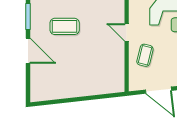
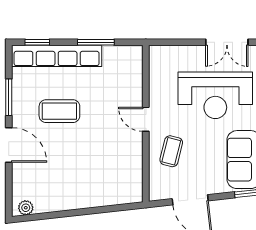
plant: (40, 96) -> (26, 208), added

